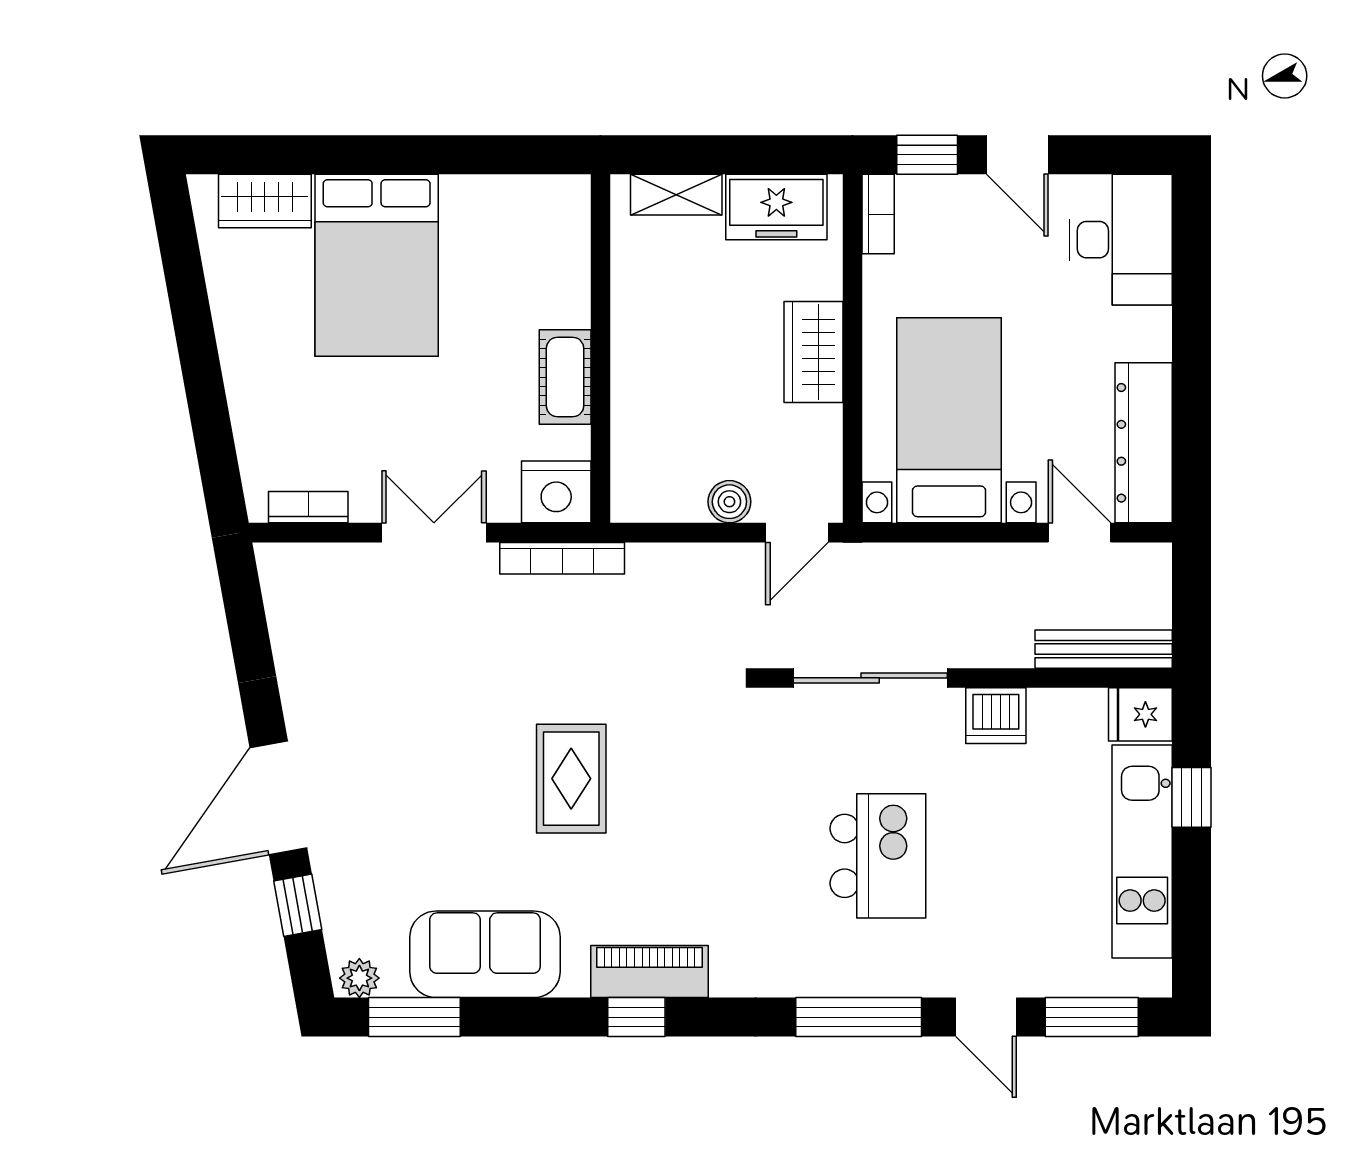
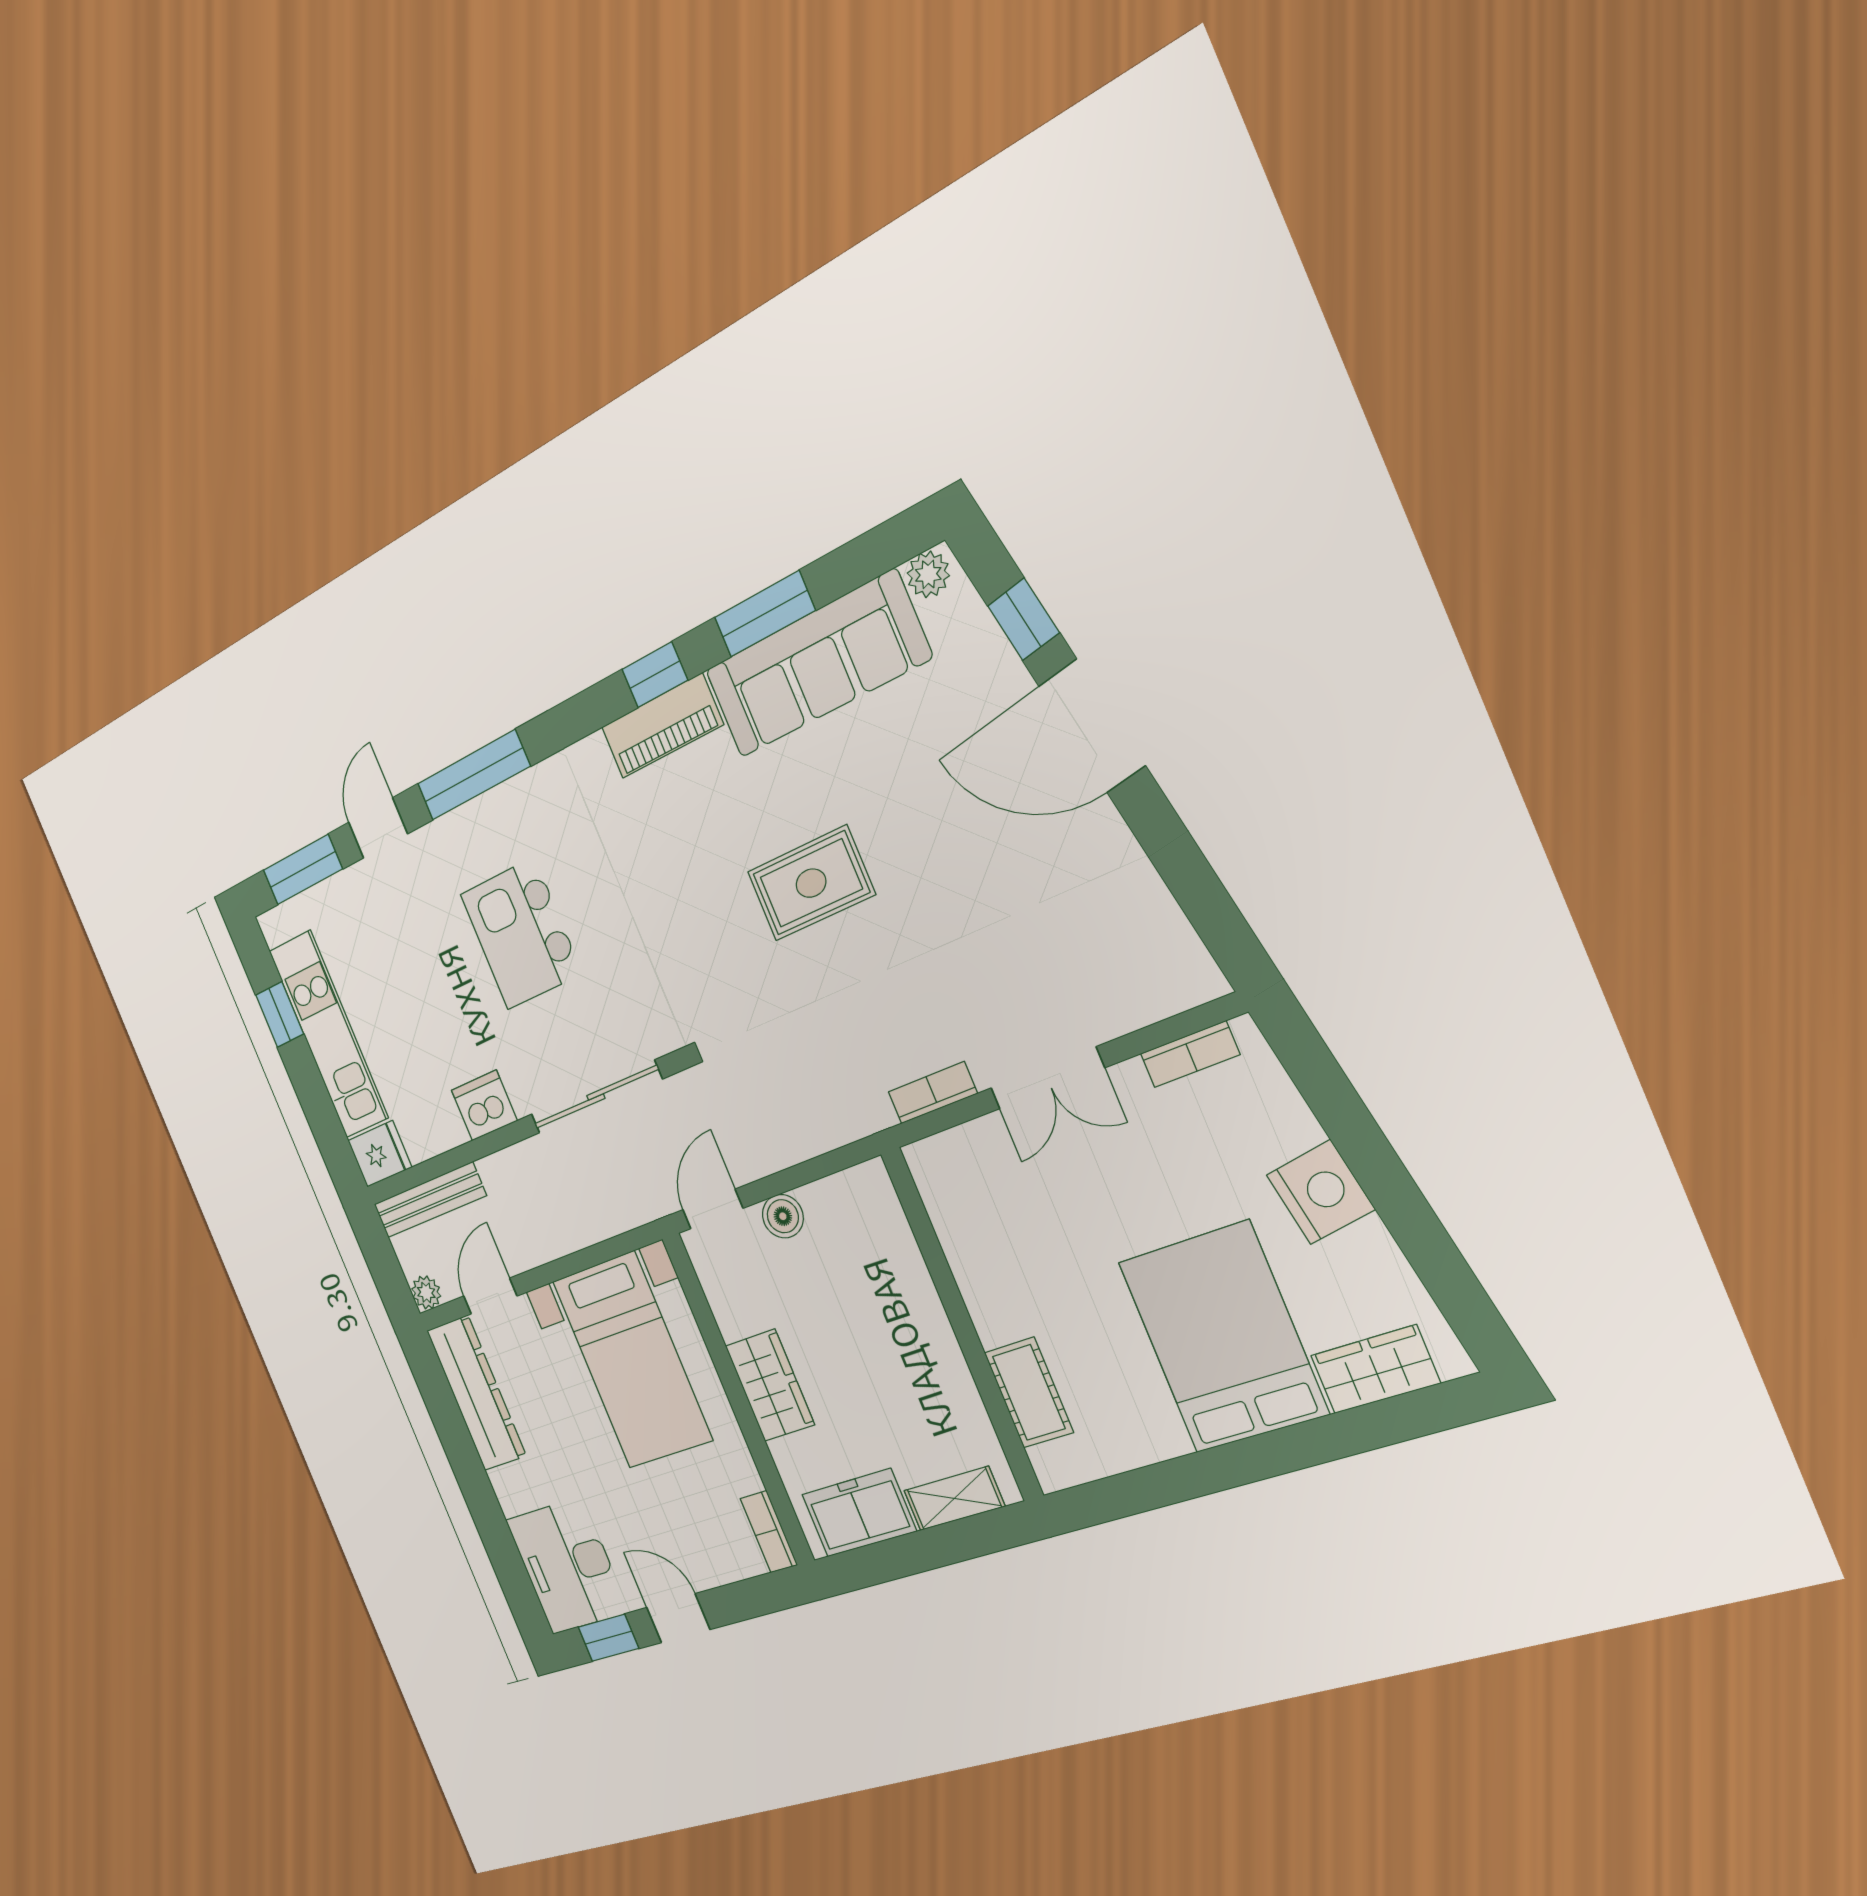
window: (927, 155) -> (608, 1638), moved
cot: (565, 377) -> (1029, 1392), moved
nightstand: (556, 492) -> (1321, 1192), moved, turned 80
door: (1080, 533) -> (490, 1296), swing flipped
bookcase: (562, 558) -> (933, 1093), width x0.64
plant: (1154, 561) -> (426, 1293), added
rug: (571, 779) -> (811, 883), turned 90
window: (1192, 797) -> (280, 1014), moved
door: (278, 798) -> (1092, 726), swing flipped
sofa: (485, 954) -> (817, 664), width x1.36
window: (414, 1017) -> (765, 614), moved
door: (986, 1017) -> (378, 828), hinge flipped

